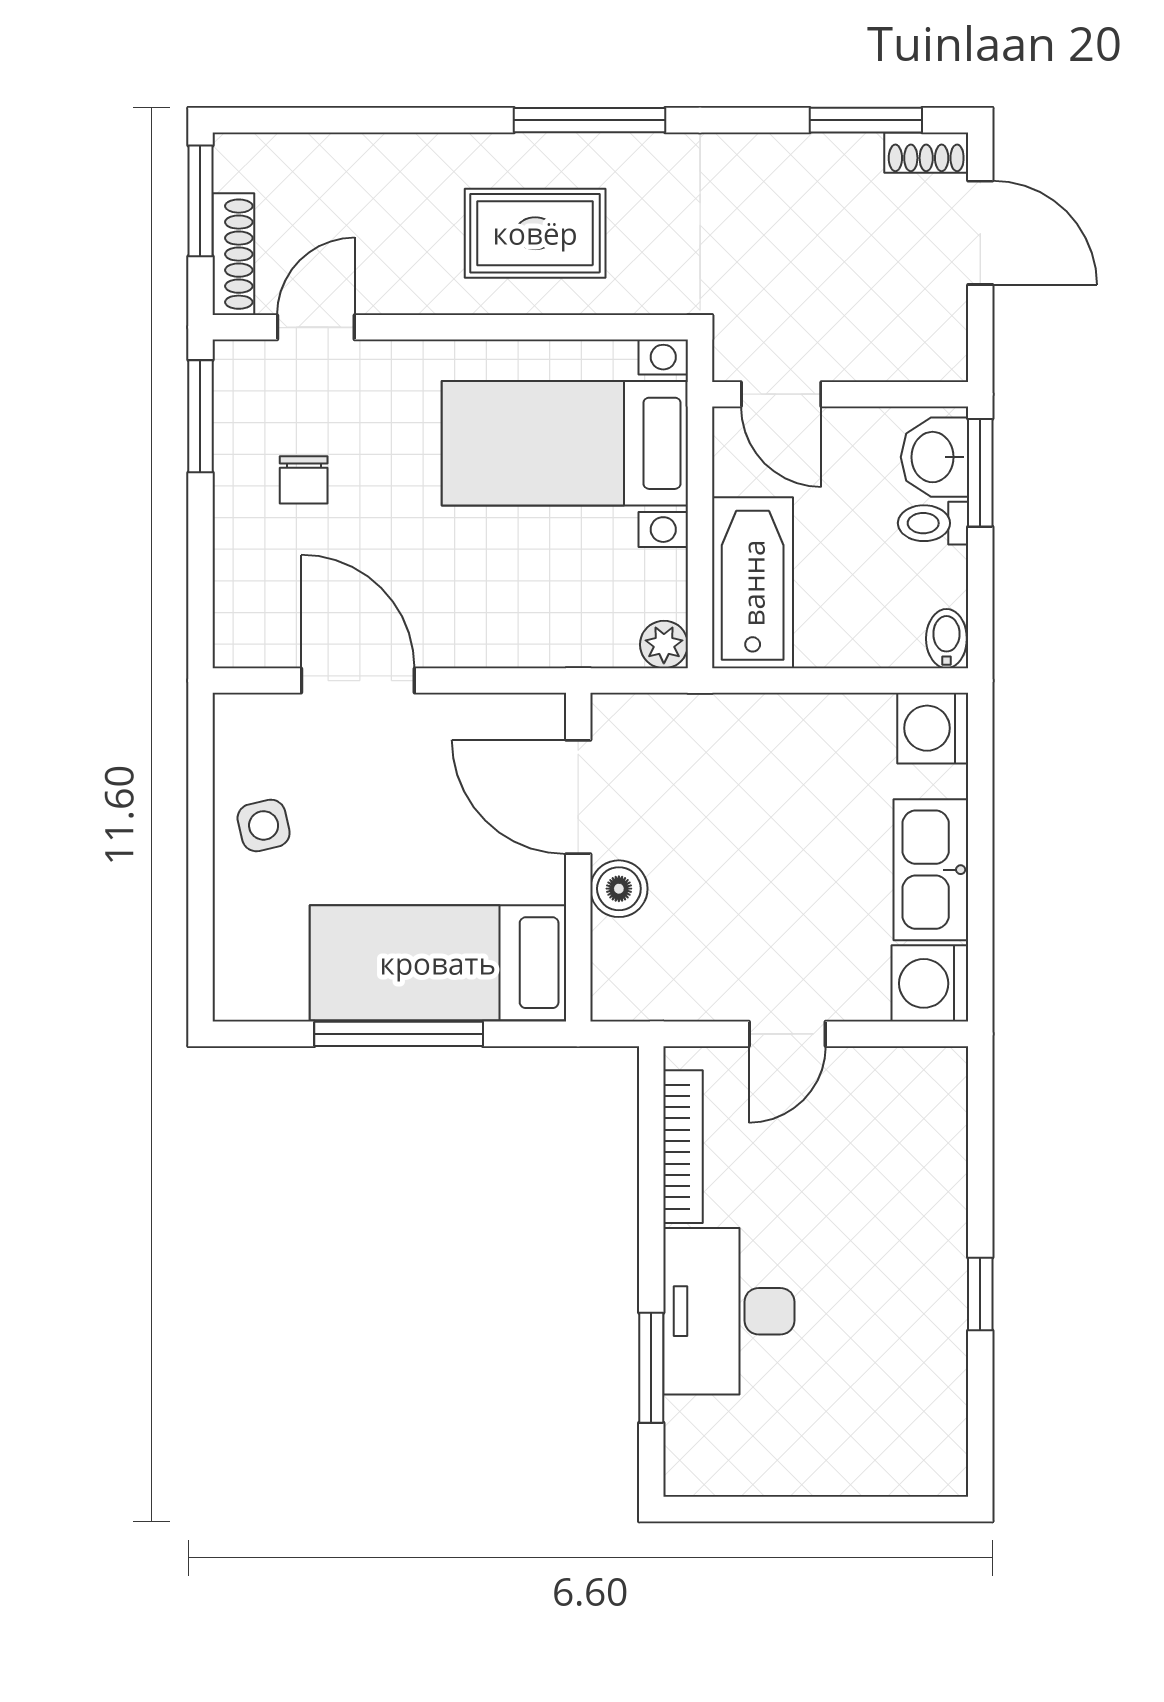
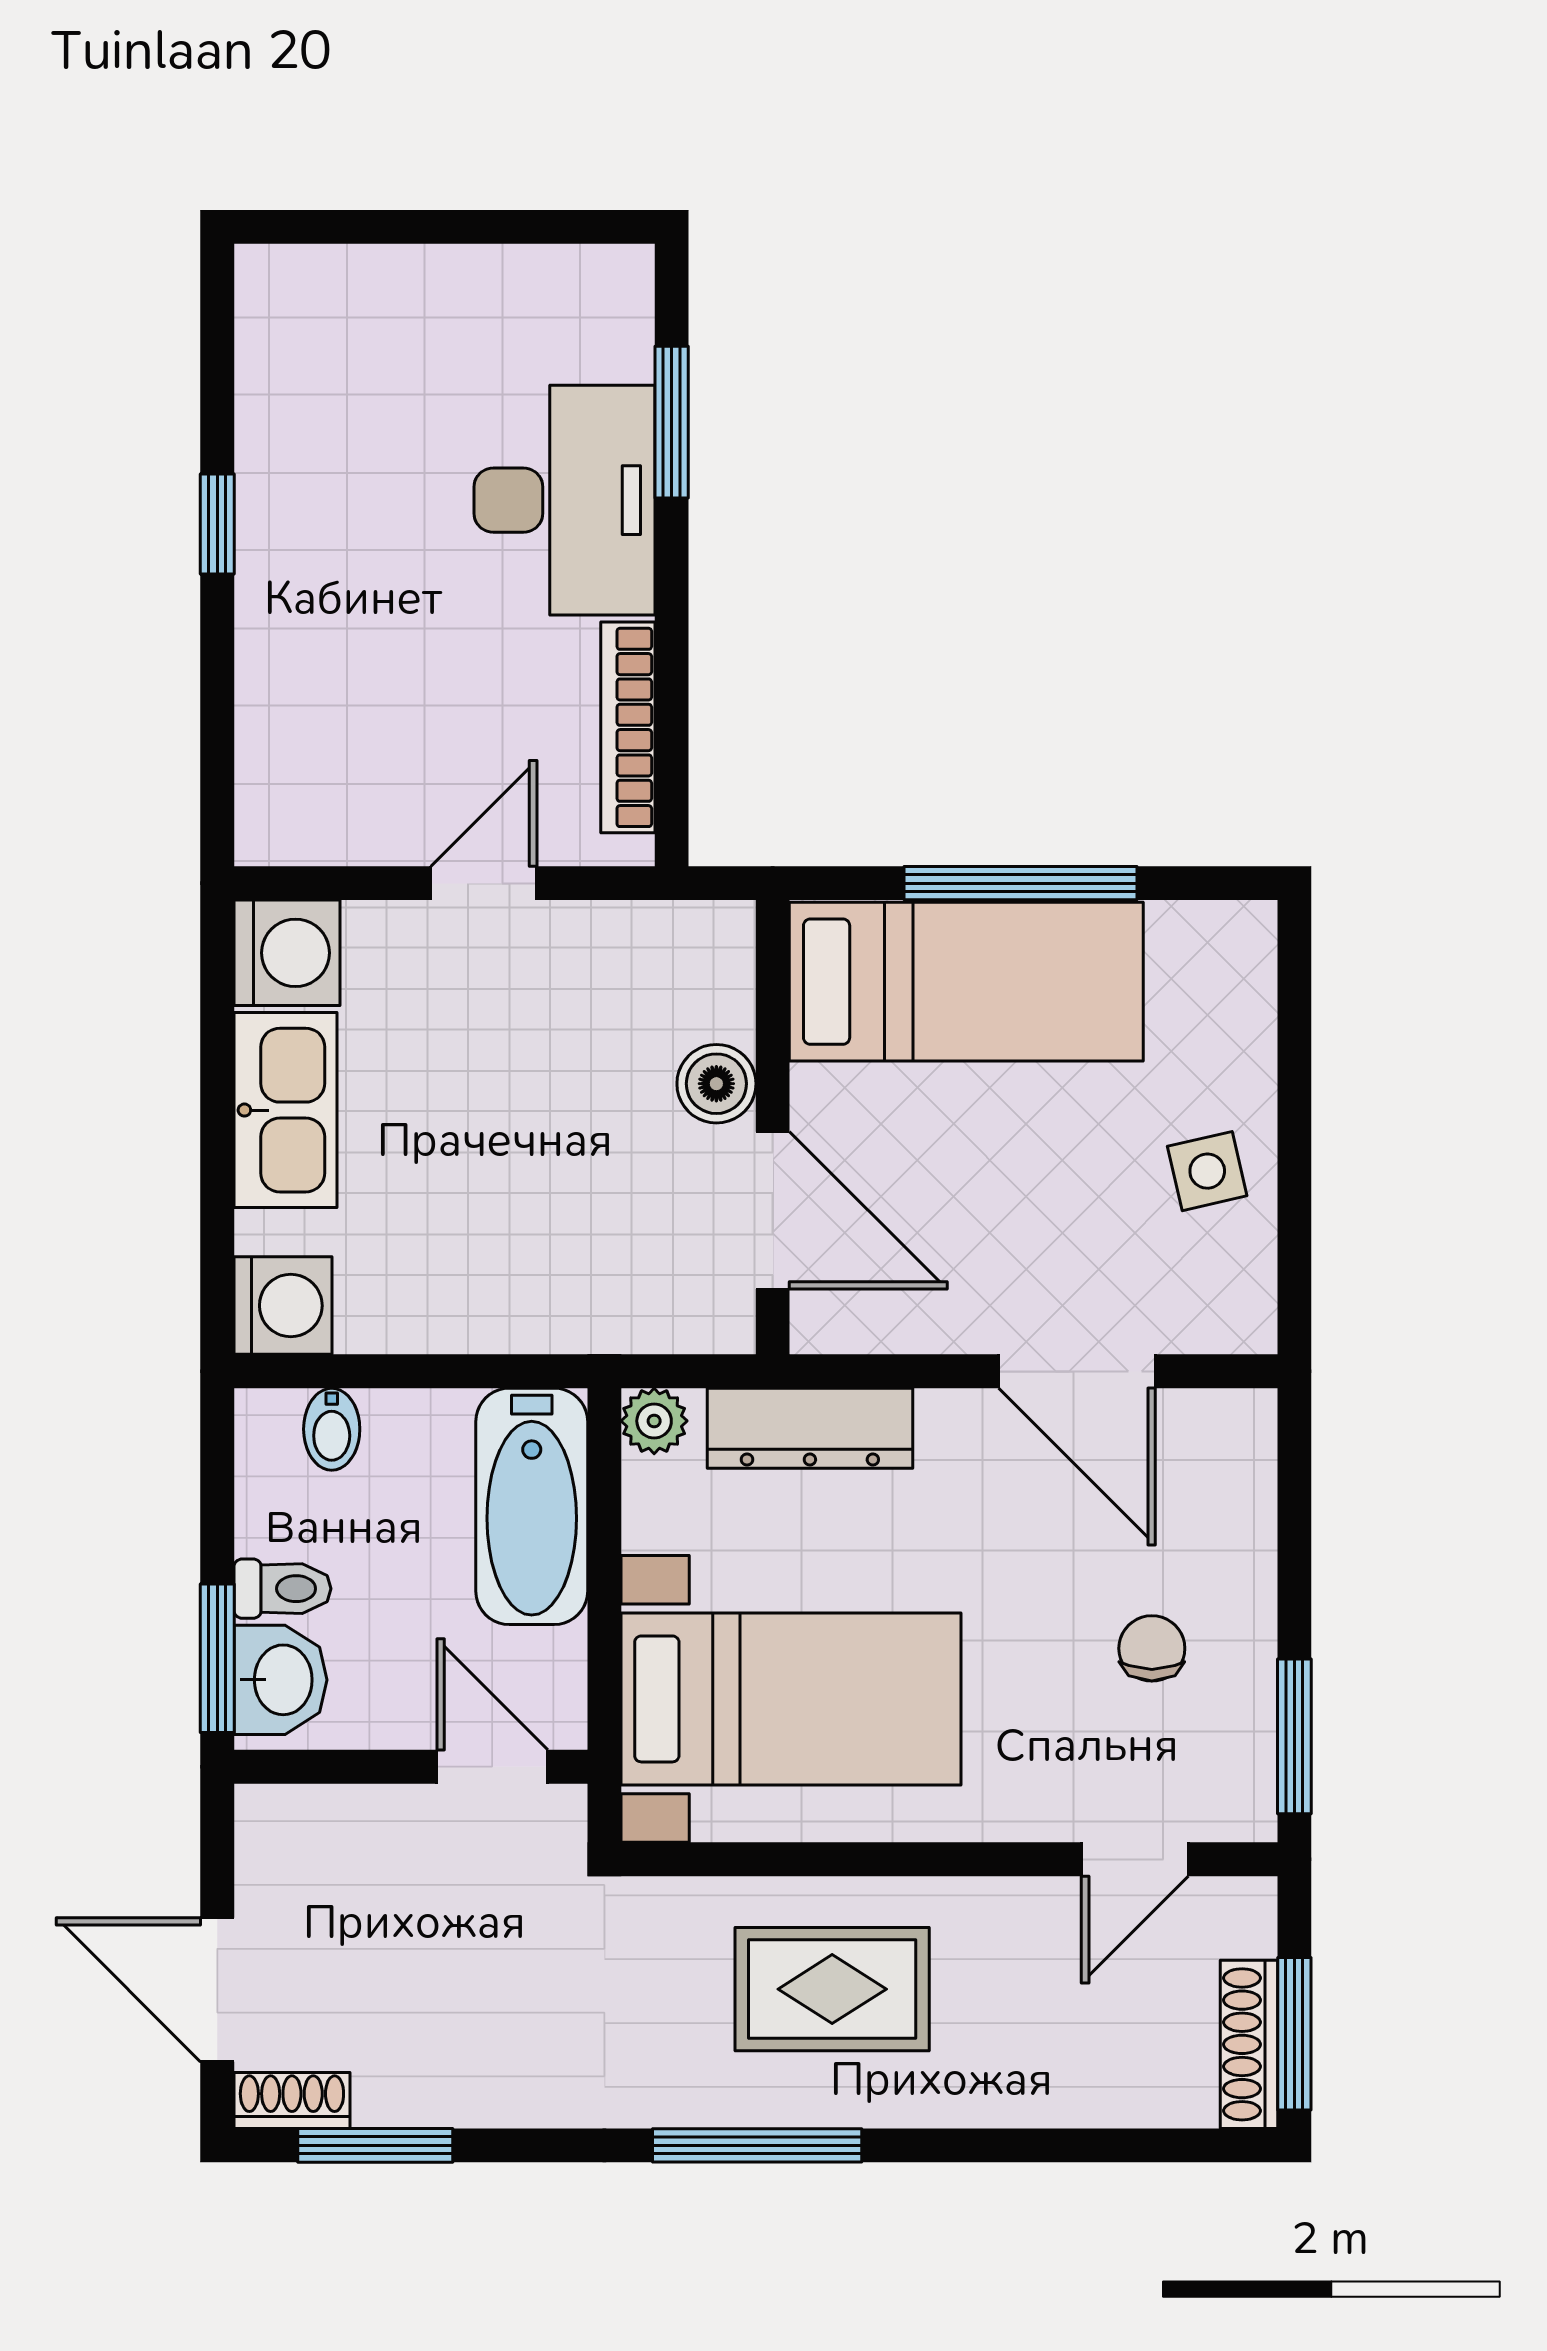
shoe rack: (233, 254) -> (1249, 2044), moved
dresser: (551, 639) -> (810, 1428), added
bidet: (946, 639) -> (332, 1429), moved

